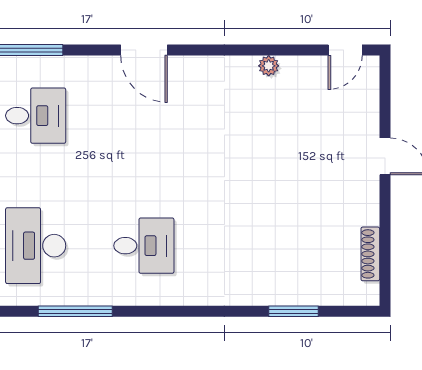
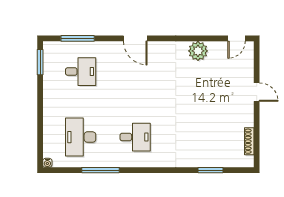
plant: (269, 66) -> (198, 51), width x1.87, depth x1.87

